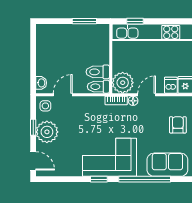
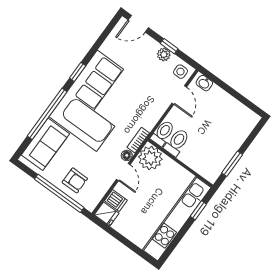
plant: (47, 132) -> (164, 54), width x0.53, depth x0.53
corner sofa: (110, 157) -> (97, 101), width x1.36, depth x1.36

